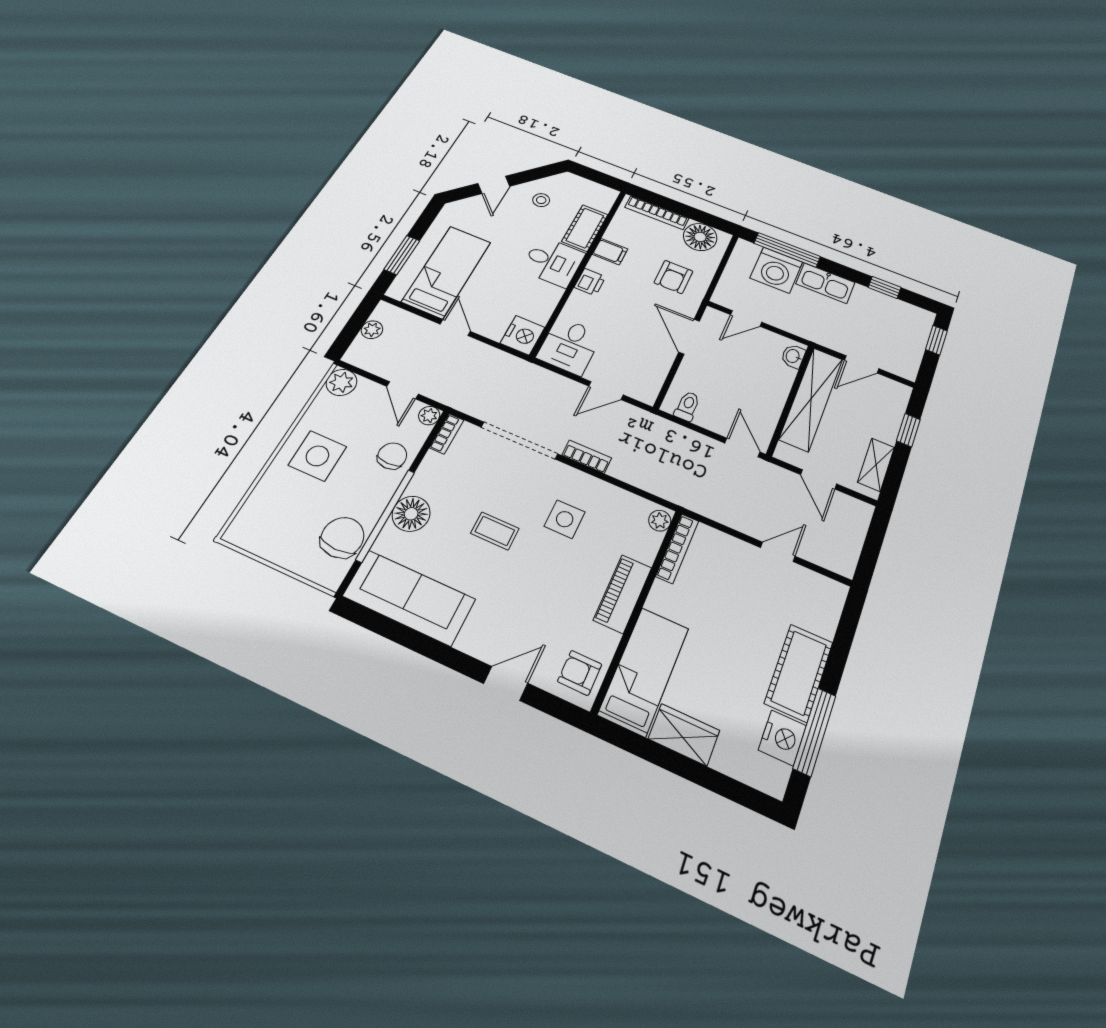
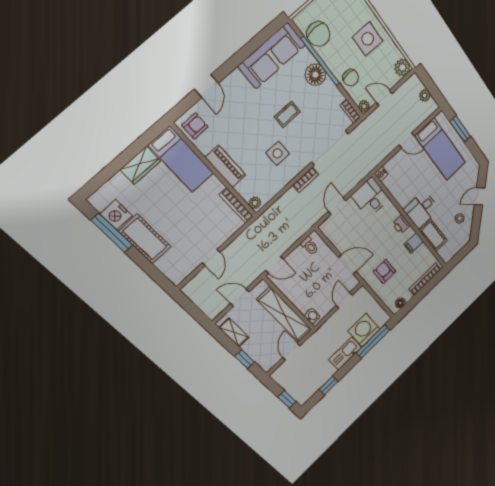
door: (494, 185) -> (480, 196), hinge flipped
floor lamp: (700, 237) -> (400, 303), width x0.53, depth x0.53
nightstand: (523, 335) -> (381, 174), width x0.53, depth x0.56

